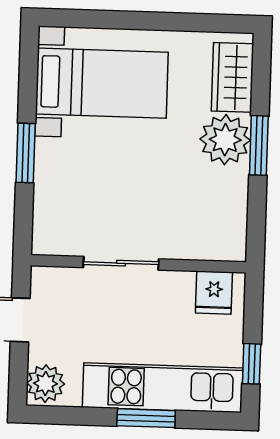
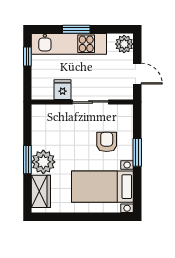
armchair: (90, 177) -> (107, 142), added
fridge: (214, 293) -> (63, 90), moved

